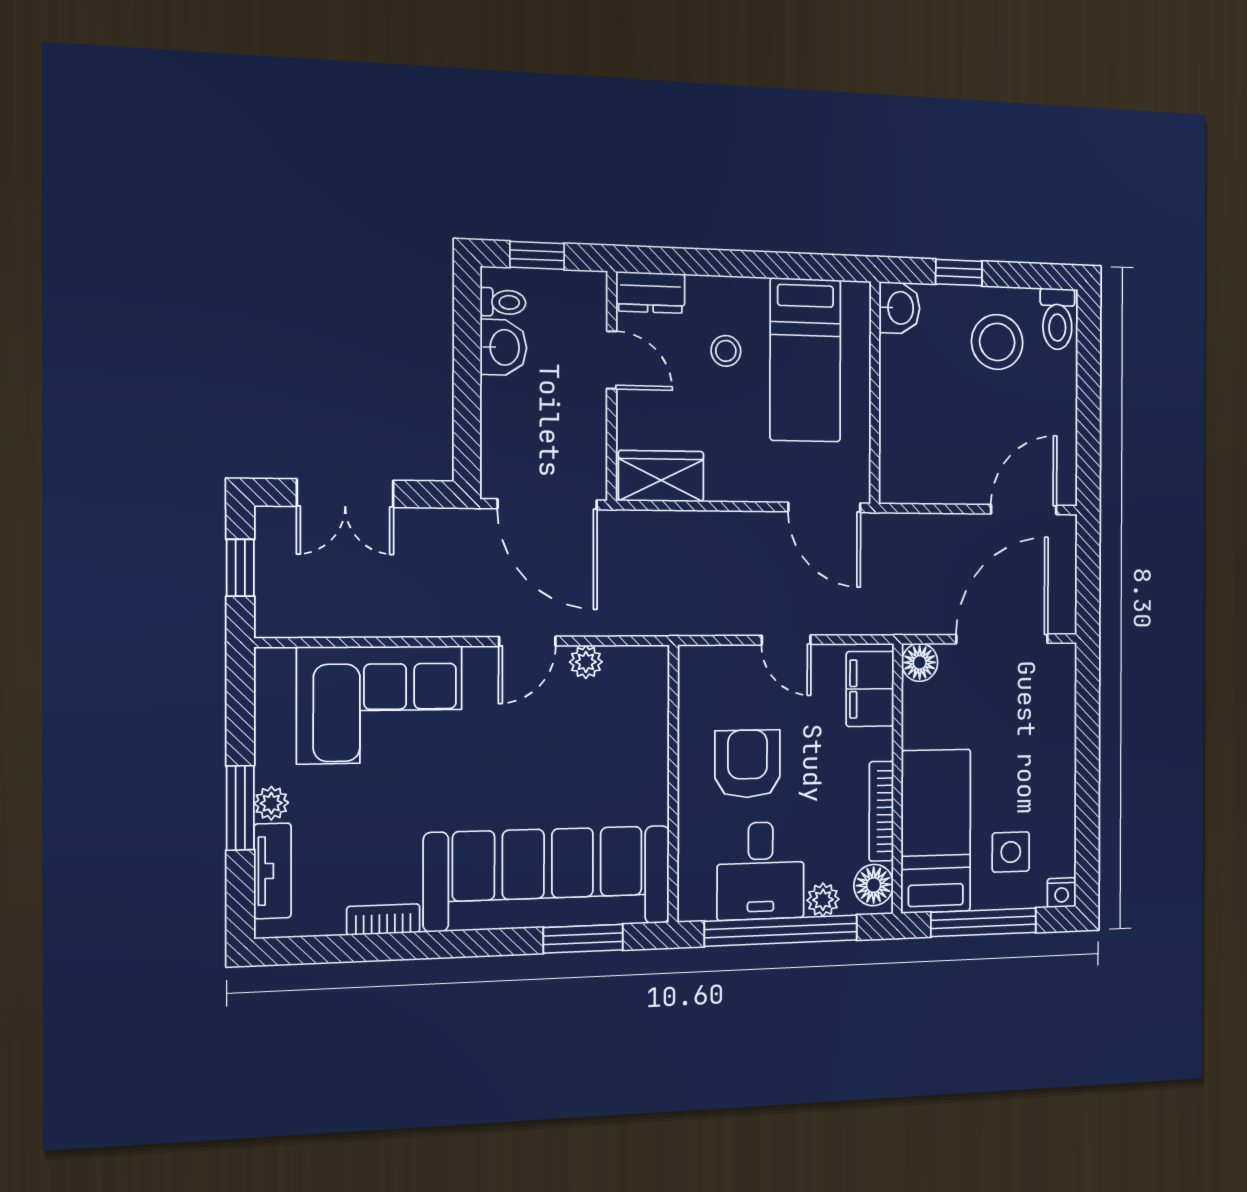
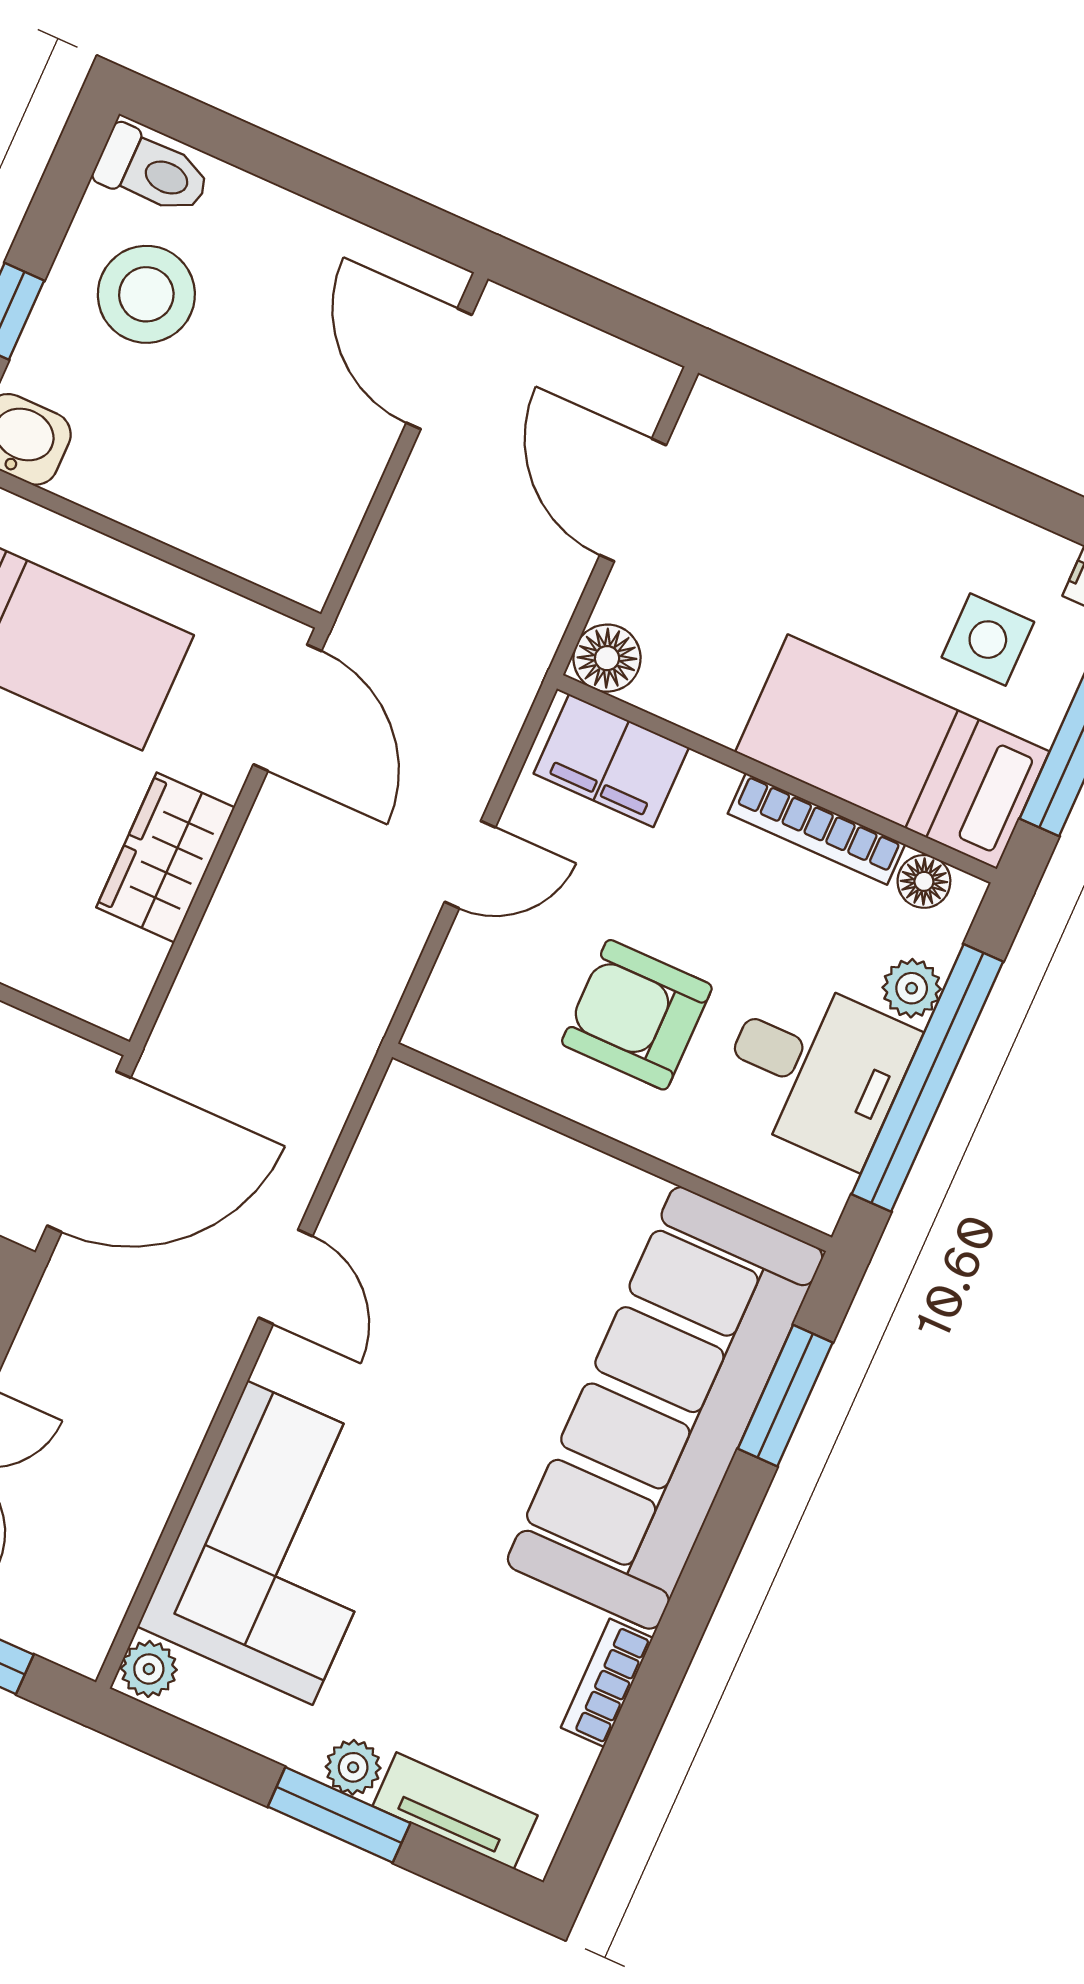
wardrobe: (661, 476) -> (166, 857), moved
door: (824, 507) -> (287, 708), hinge flipped
door: (1002, 639) -> (633, 500), width x0.73
plant: (586, 662) -> (149, 1669), moved
floor lamp: (874, 885) -> (924, 881), width x0.73, depth x0.73

